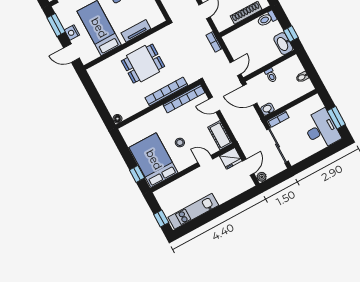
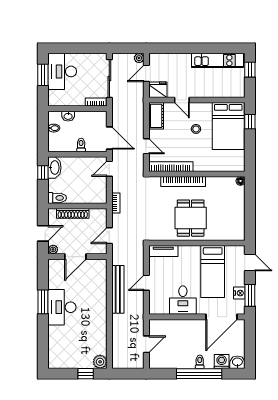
tv unit: (136, 31) -> (163, 251), moved
nightstand: (72, 32) -> (239, 293), moved
dining table: (143, 64) -> (191, 218), turned 90
washbasin: (267, 109) -> (68, 116), moved

